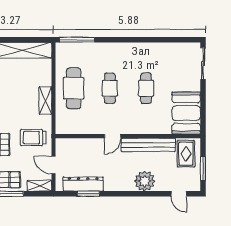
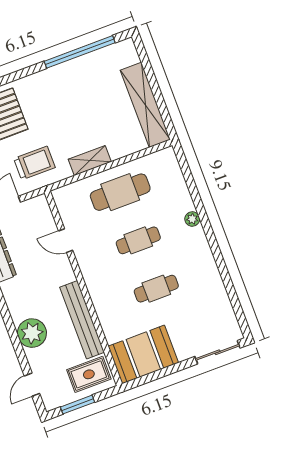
window: (77, 40) -> (187, 172), removed
plant: (109, 47) -> (192, 219), added
door: (113, 136) -> (66, 241), moved
trolley: (33, 138) -> (34, 163), turned 90

